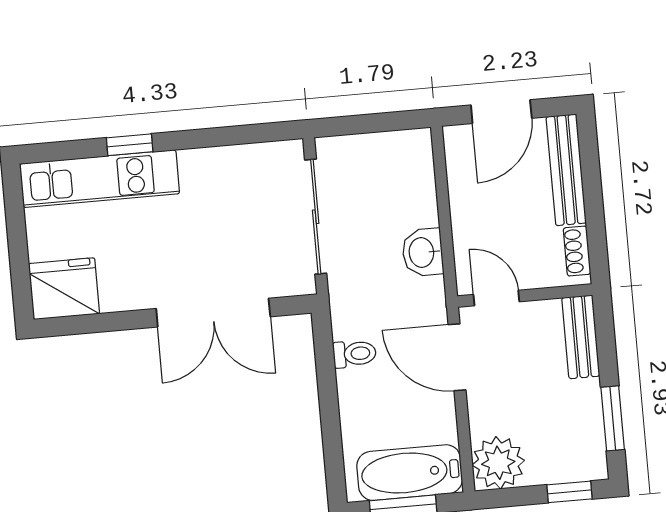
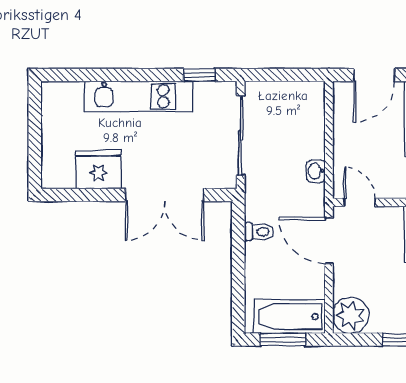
window: (130, 145) -> (199, 75), moved
kitchen unit: (100, 179) -> (139, 96), moved
washbasin: (423, 252) -> (316, 171), width x0.72, depth x0.69
fridge: (64, 289) -> (98, 169), moved

